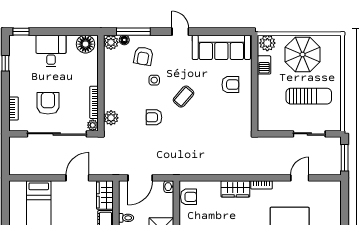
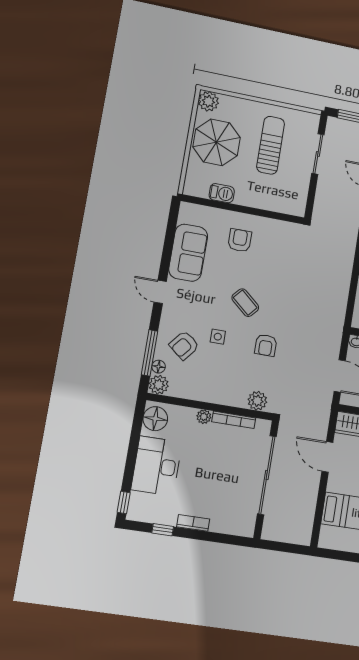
door: (180, 32) -> (160, 292), hinge flipped
plant: (267, 43) -> (208, 101), moved
sofa: (221, 47) -> (188, 253), width x0.73
desk: (51, 51) -> (157, 466), width x1.37
armchair: (143, 56) -> (184, 345), turned 119
armchair: (48, 103) -> (225, 481), removed
bookcase: (13, 108) -> (193, 523), moved
plant: (93, 125) -> (204, 417), moved

